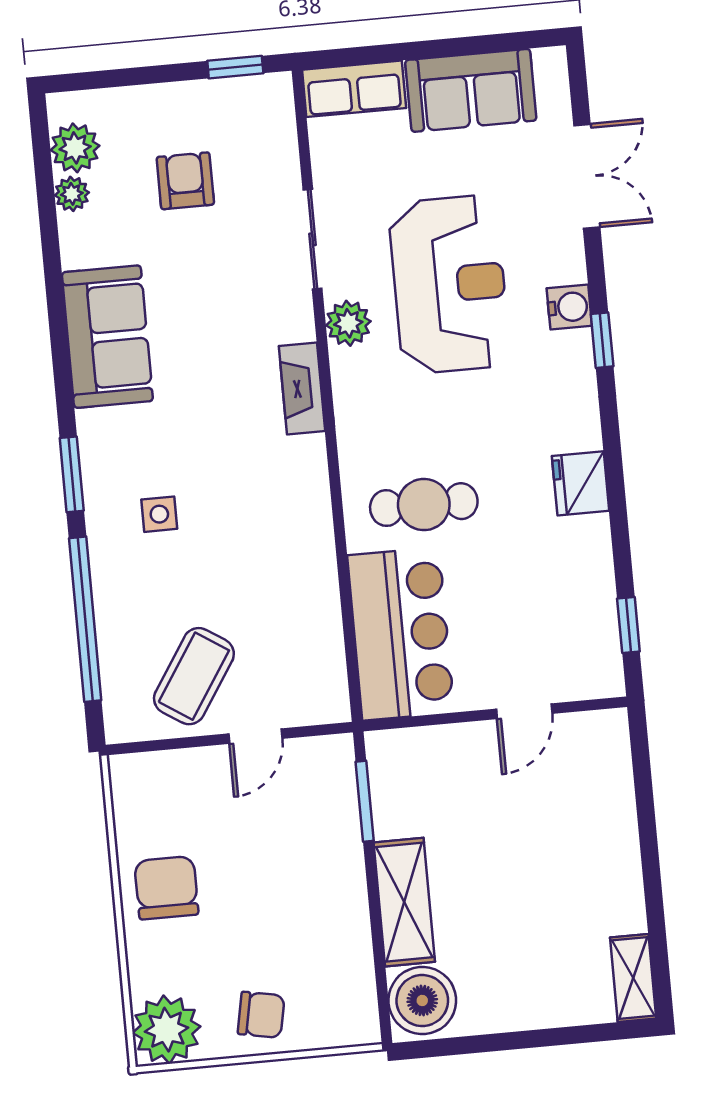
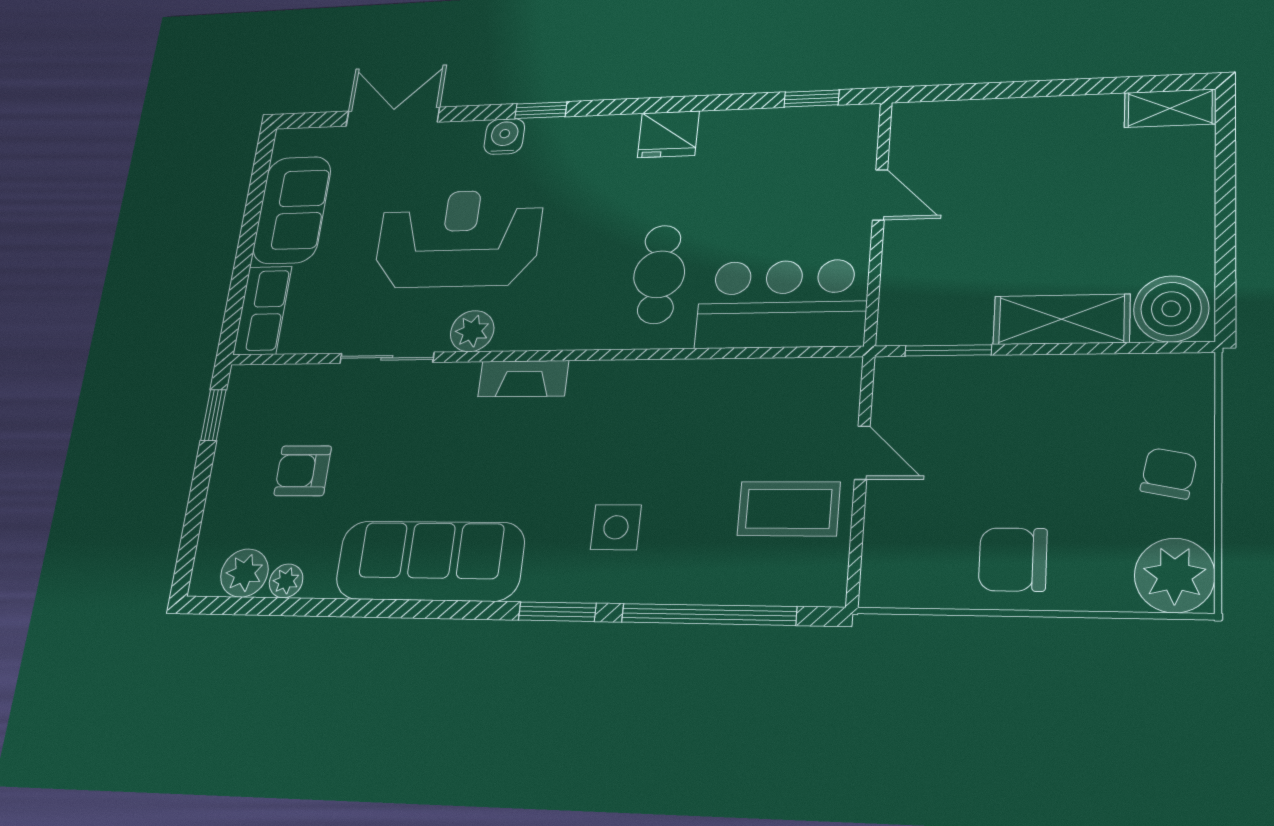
sofa: (107, 337) -> (430, 561), width x1.36
side table: (159, 514) -> (616, 527), width x1.37, depth x1.37
coffee table: (194, 676) -> (789, 509), turned -33

